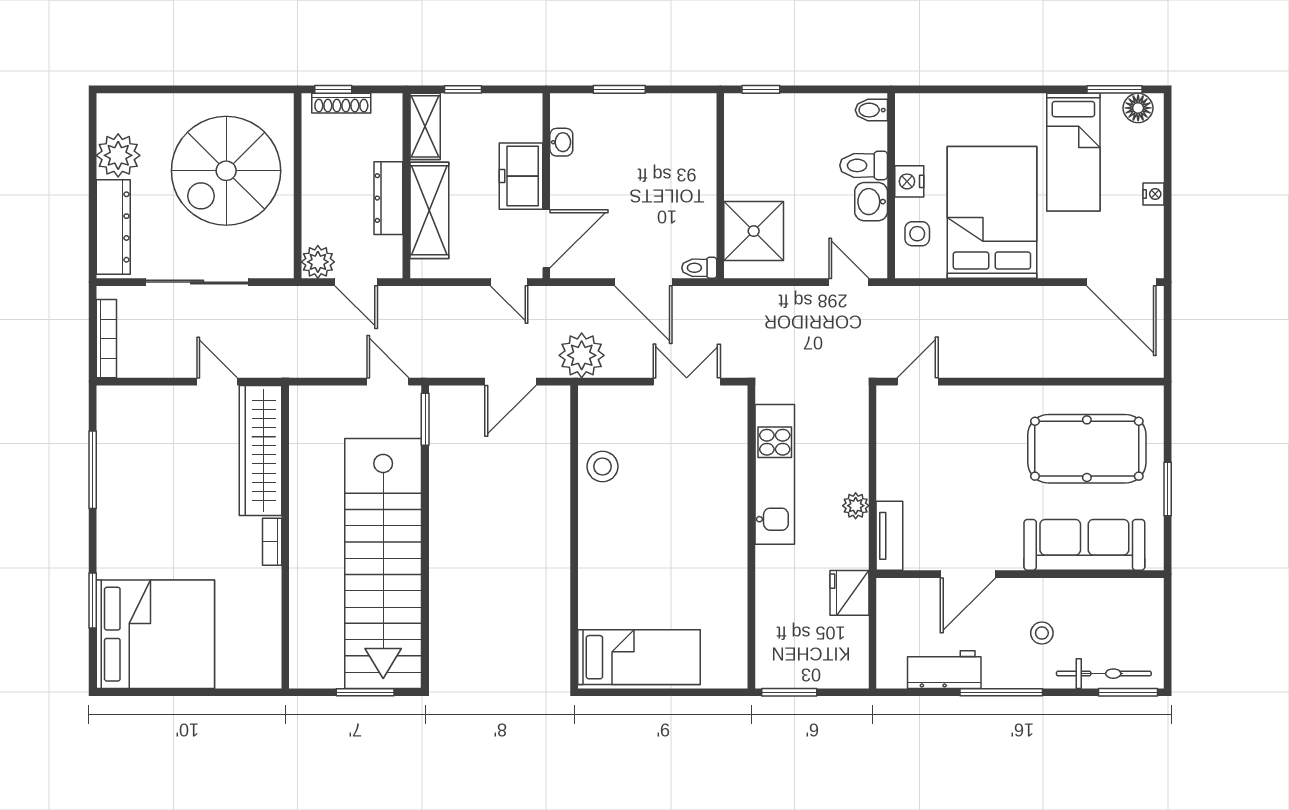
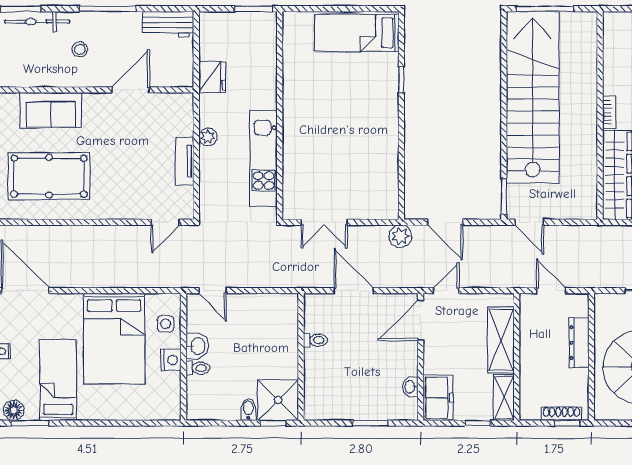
bidet: (871, 110) -> (248, 409), moved, turned -90
toilet: (864, 165) -> (198, 368), width x0.73, depth x0.72
freezer: (521, 176) -> (438, 398), moved
dresser: (388, 198) -> (579, 343), moved, turned 180
shower: (754, 231) -> (278, 400), moved
plant: (318, 262) -> (578, 305), removed
toilet: (699, 268) -> (315, 340), moved
door: (509, 282) -> (446, 291), hinge flipped
plant: (582, 355) -> (400, 236), width x0.73, depth x0.73
door: (511, 382) -> (445, 222), swing flipped
stool: (602, 466) -> (382, 164), removed
tv unit: (889, 536) -> (185, 161), moved
sofa: (1084, 545) -> (51, 110), width x0.73
window: (574, 589) -> (401, 80), added
workbench: (944, 670) -> (168, 24), moved
window: (365, 692) -> (545, 9), width x1.44

